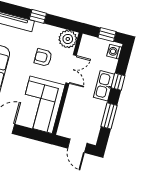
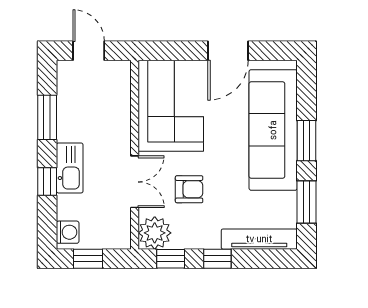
window: (63, 23) -> (171, 259), added
double door: (71, 69) -> (135, 182), swing flipped

